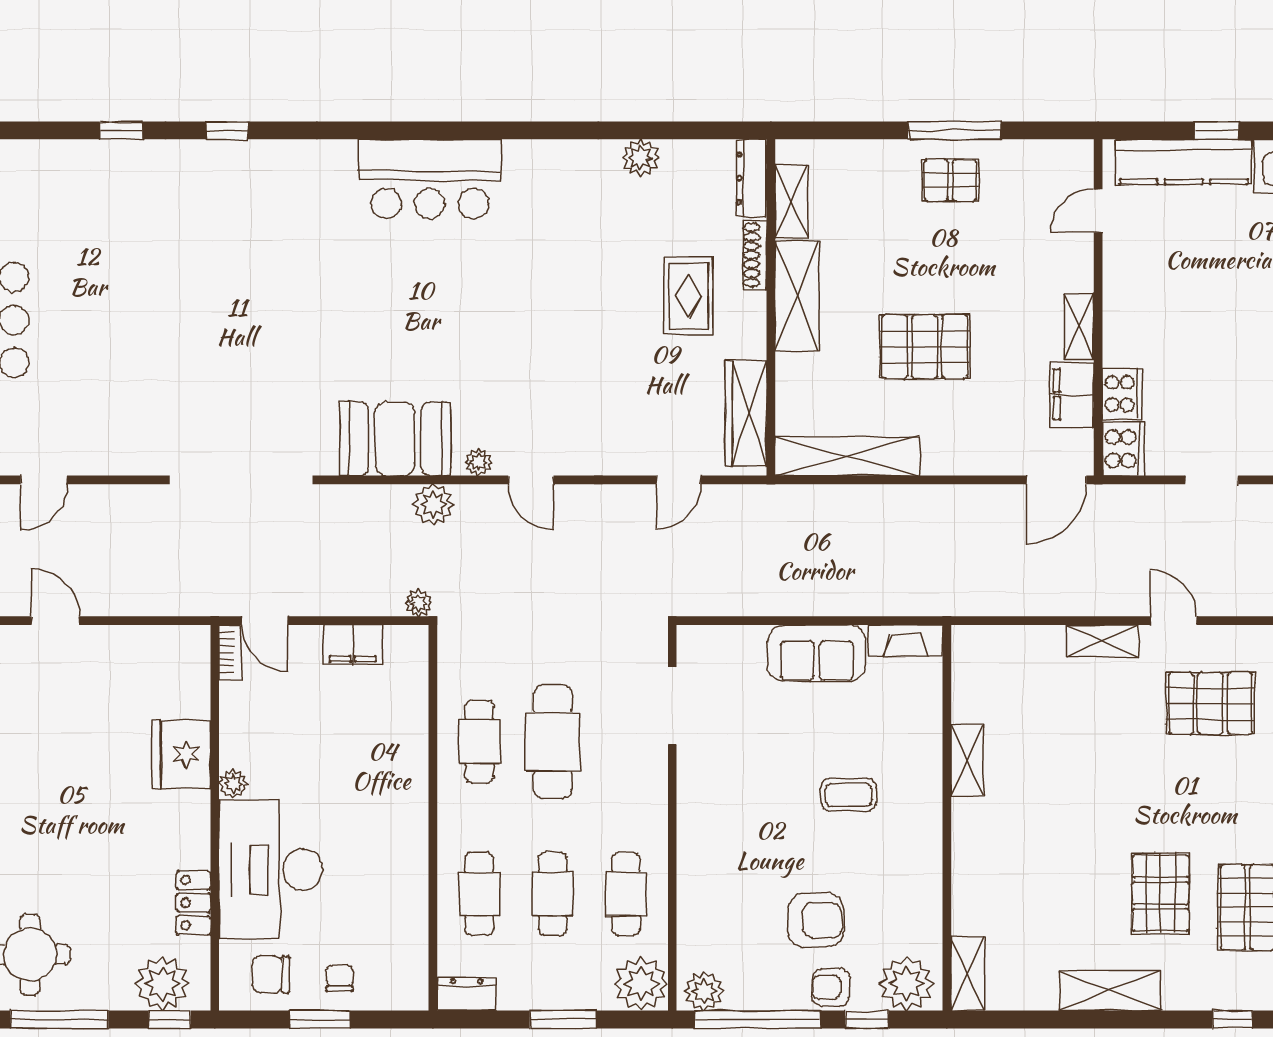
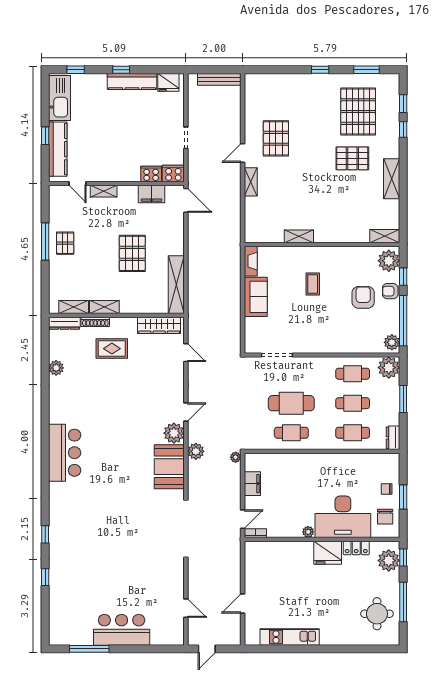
shelving: (797, 296) -> (104, 307), width x0.67, depth x0.75
shelving: (1079, 326) -> (104, 191), moved
plant: (478, 462) -> (174, 433), width x1.87, depth x1.87
fridge: (181, 754) -> (328, 553), moved
armchair: (831, 987) -> (390, 291), turned 90

